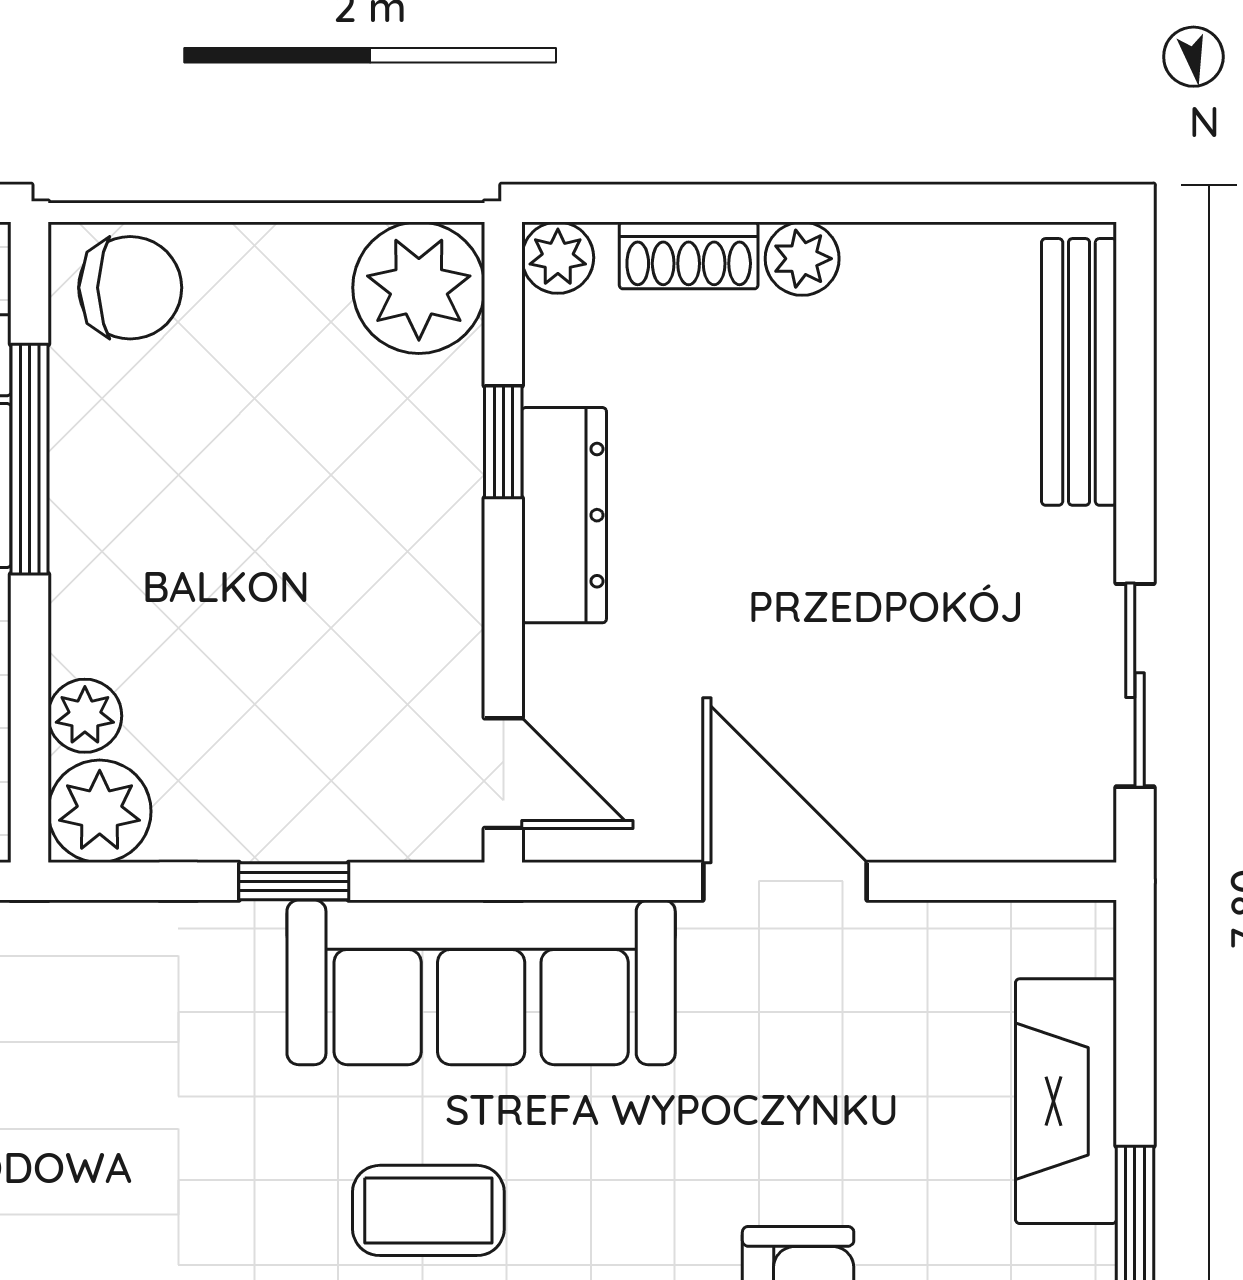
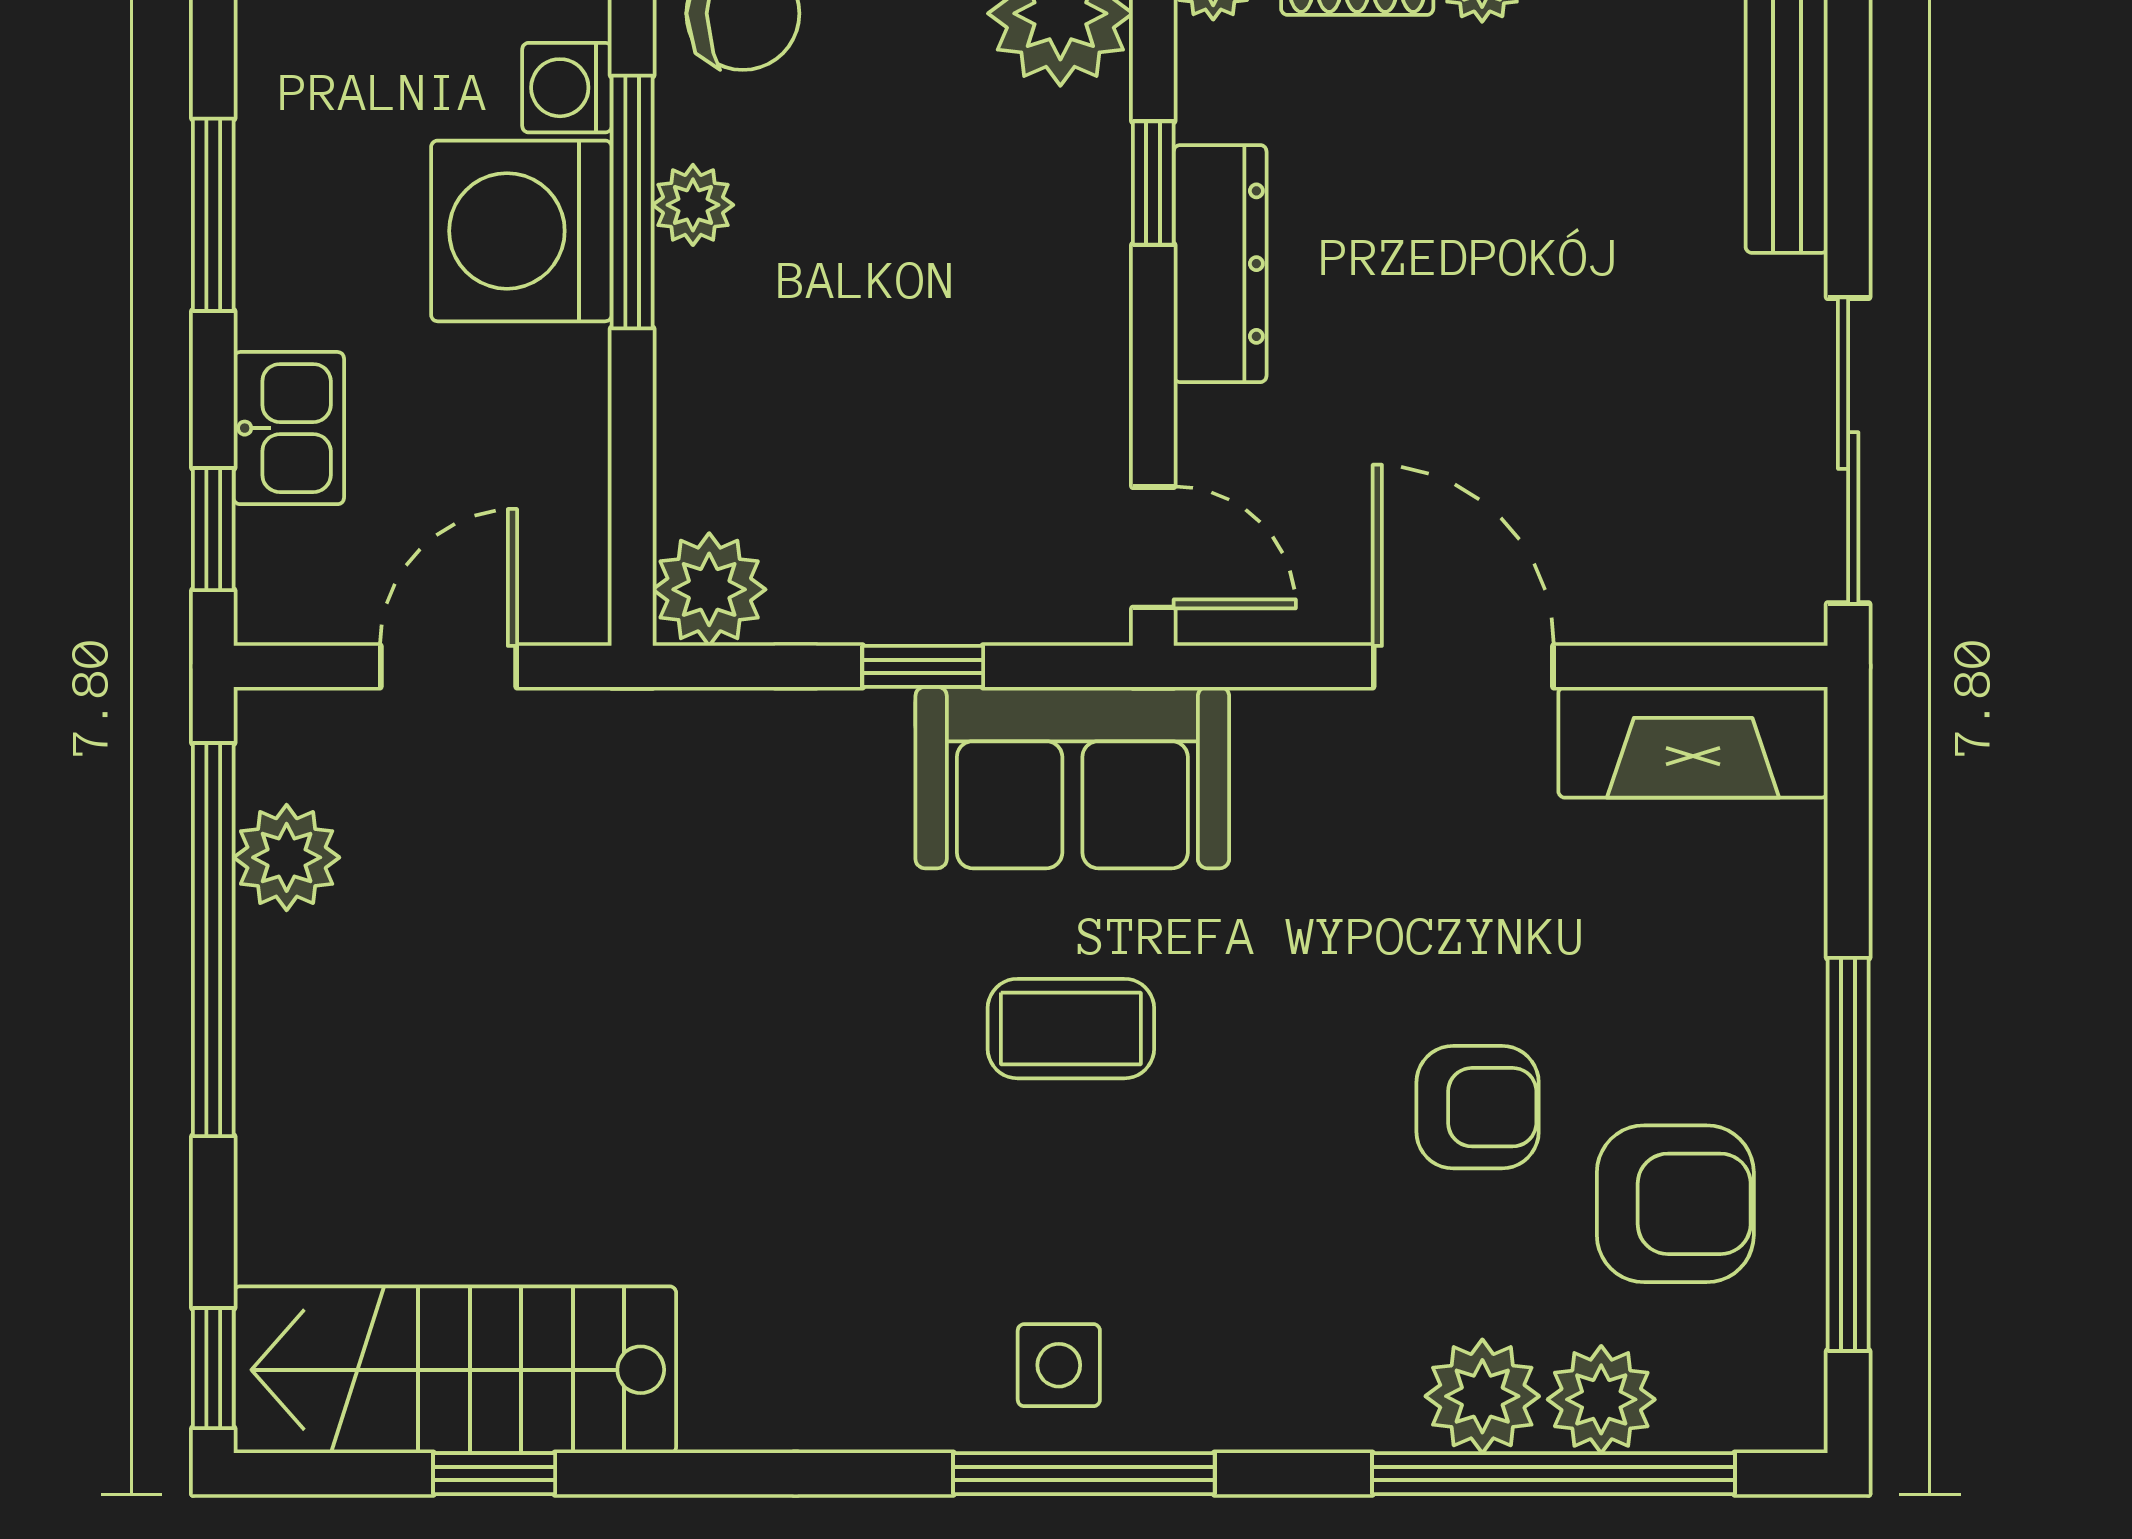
sliding door: (1135, 685) -> (1848, 451), width x1.37
plant: (85, 716) -> (693, 205), moved
sofa: (481, 982) -> (1072, 778), width x0.73
fireplace: (1066, 1101) -> (1693, 742), moved, turned -90

